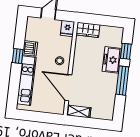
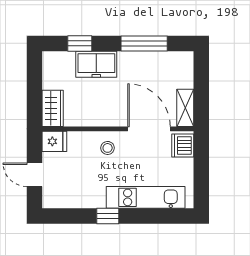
dishwasher: (30, 48) -> (183, 145), moved, turned -90
window: (122, 81) -> (144, 43), moved
door: (68, 88) -> (149, 129), swing flipped

